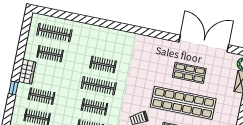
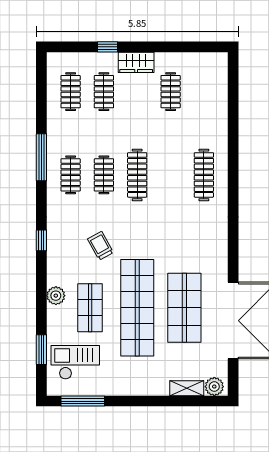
clothes rail: (54, 32) -> (204, 92), removed
clothes rail: (103, 64) -> (204, 175), moved, width x1.36
shop shelf: (189, 73) -> (184, 308), width x1.43, depth x1.36

